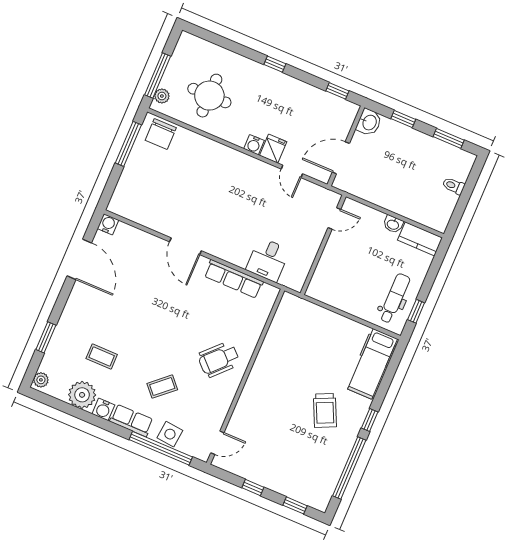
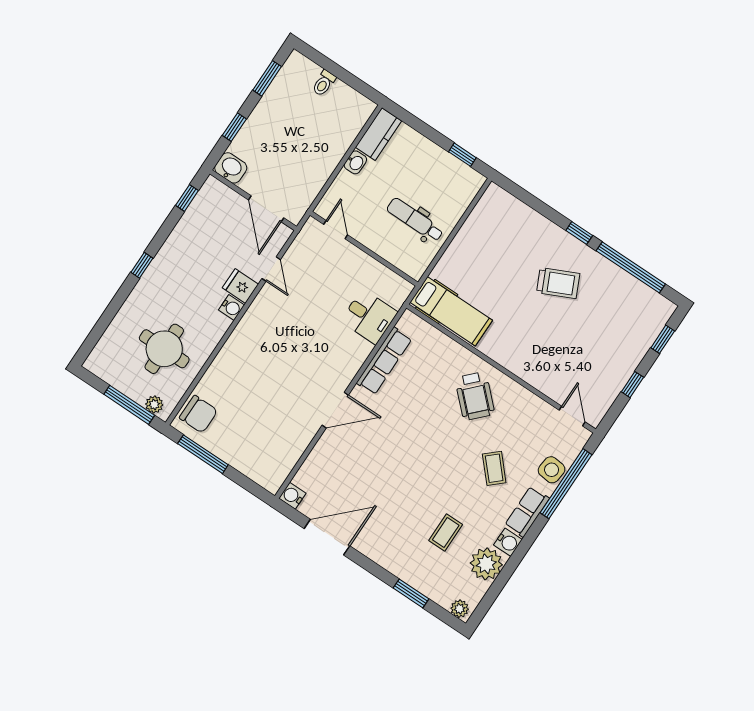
door: (292, 171) -> (271, 269), hinge flipped
dental chair: (395, 298) -> (415, 220), moved
hospital bed: (373, 364) -> (451, 311), moved

